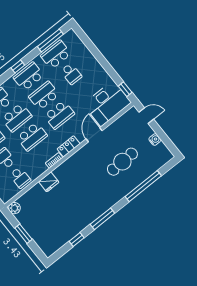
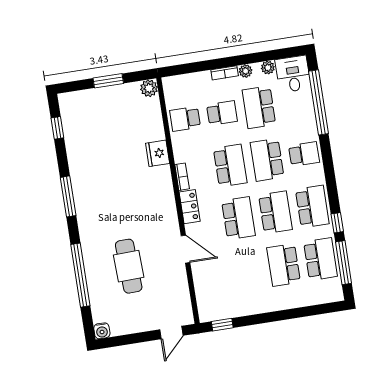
window: (18, 67) -> (337, 223), moved
school desk: (71, 74) -> (284, 265), width x1.85
desk: (107, 103) -> (217, 290), removed
school desk: (59, 115) -> (238, 218), turned 180
school desk: (32, 137) -> (230, 166), turned 180
water cooler: (155, 140) -> (102, 331), moved
window: (77, 240) -> (57, 128), moved

